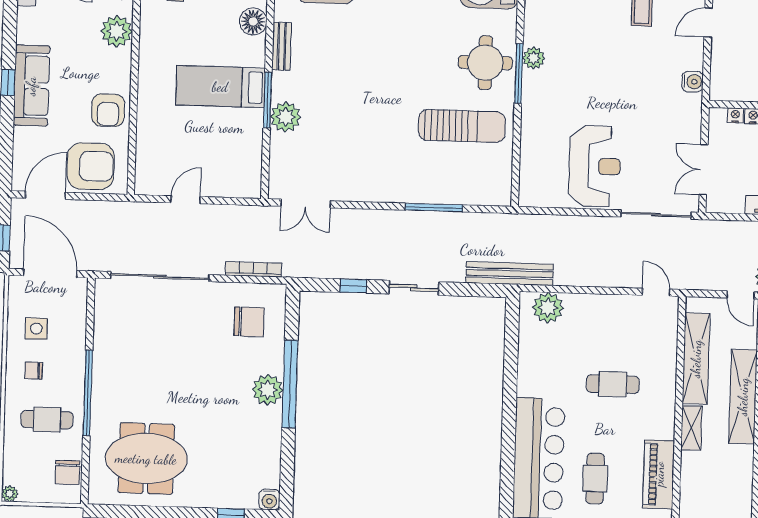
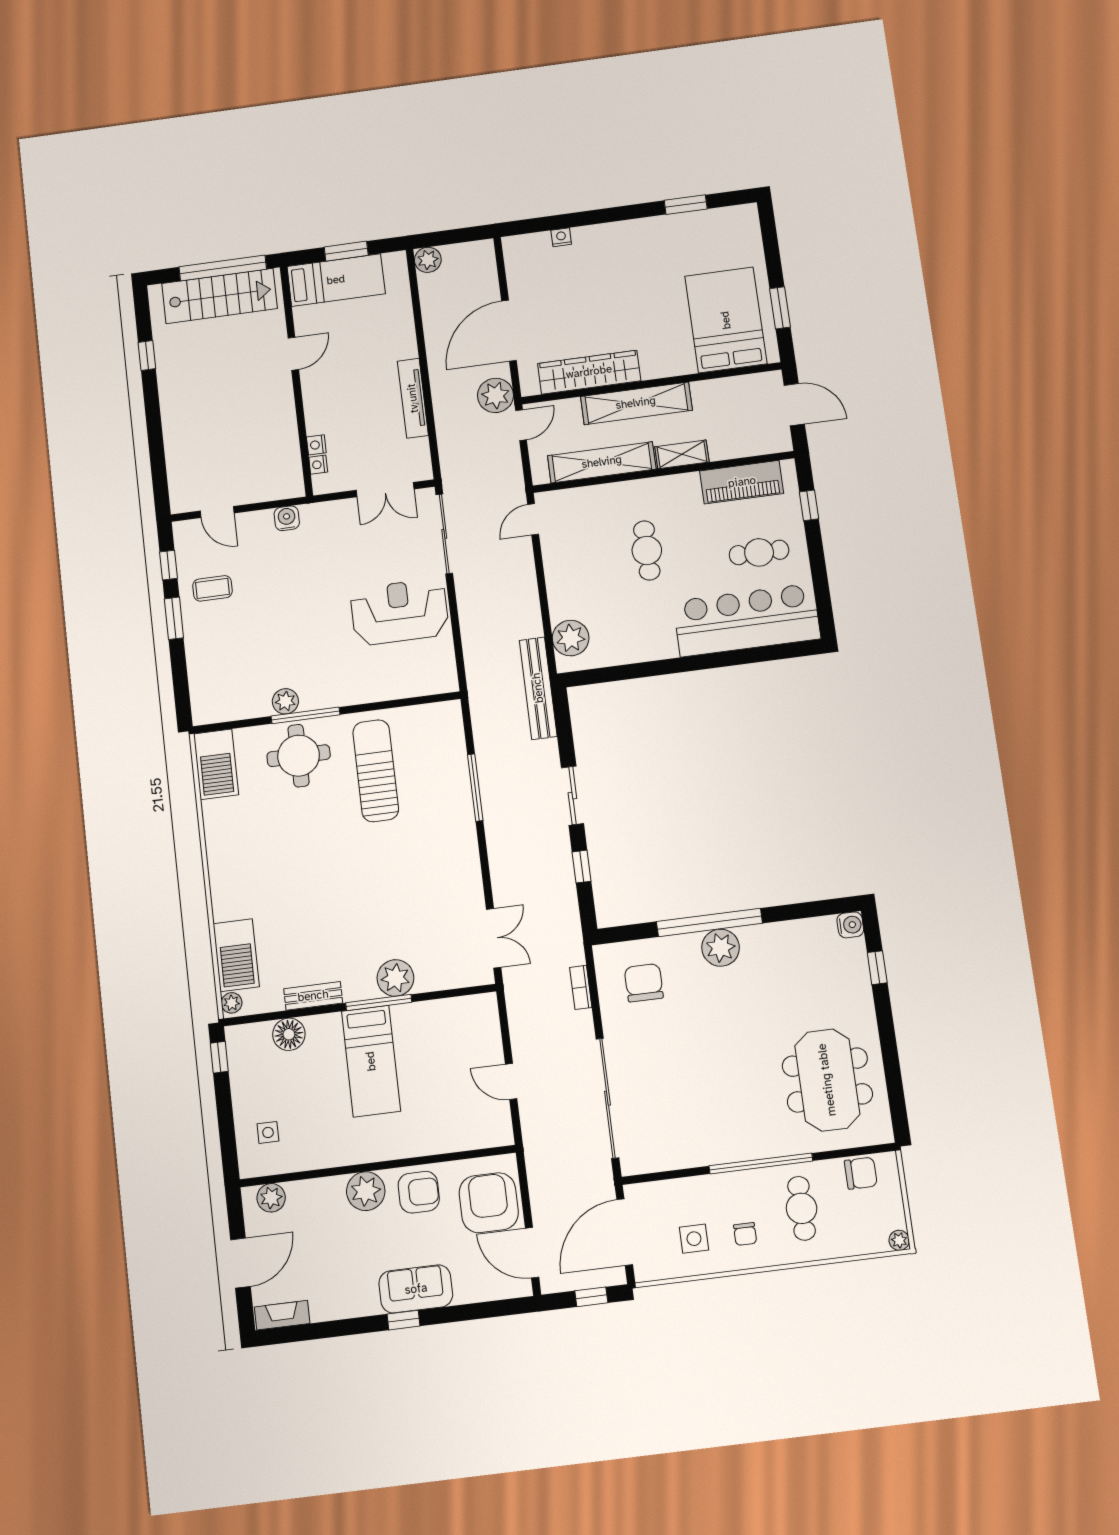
plant: (117, 31) -> (366, 1191), moved
sofa: (31, 86) -> (416, 1289), width x0.73
bookcase: (253, 269) -> (581, 987), width x0.64

